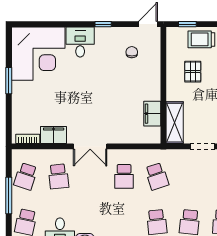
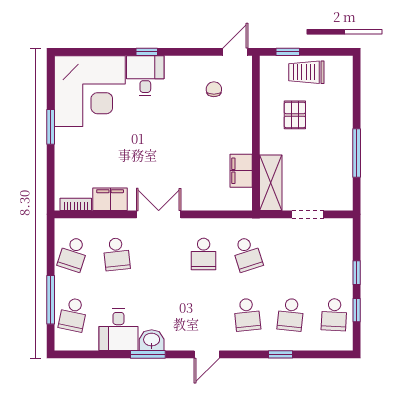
window: (103, 24) -> (147, 52), moved
double door: (90, 146) -> (159, 214), swing flipped
window: (9, 196) -> (51, 300), moved

